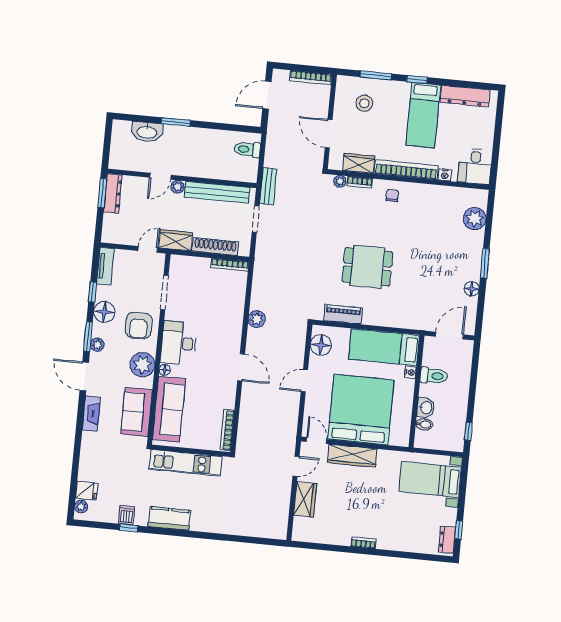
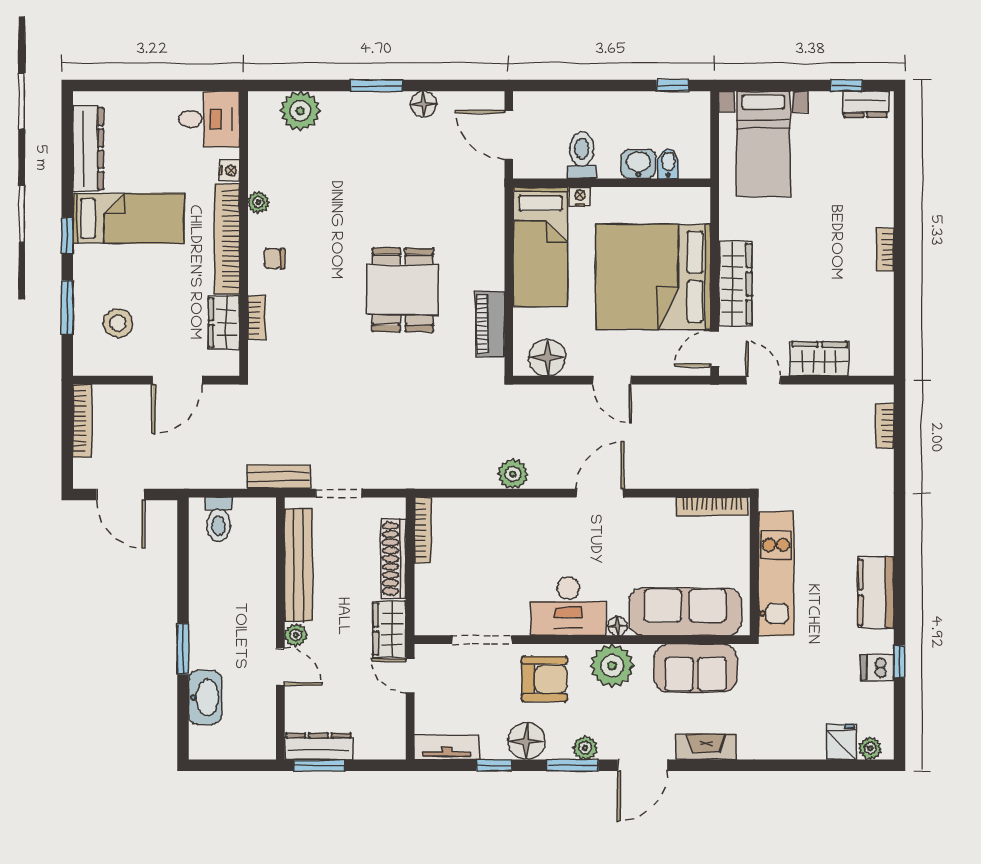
plant: (340, 181) -> (258, 202), moved
bookcase: (263, 533) -> (885, 426), added

